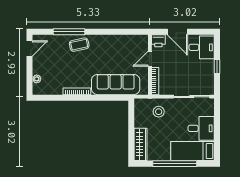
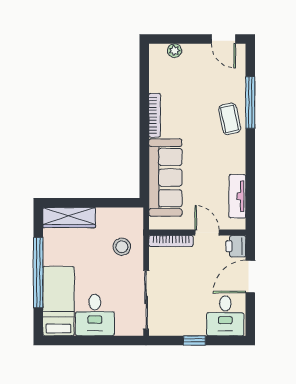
tv unit: (127, 40) -> (237, 196), added

